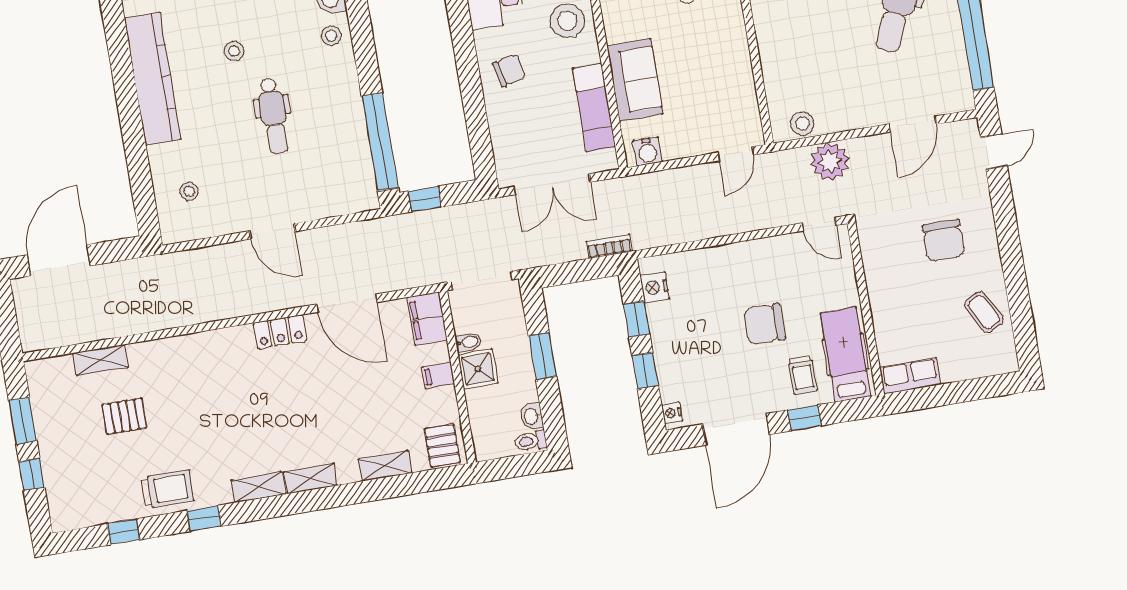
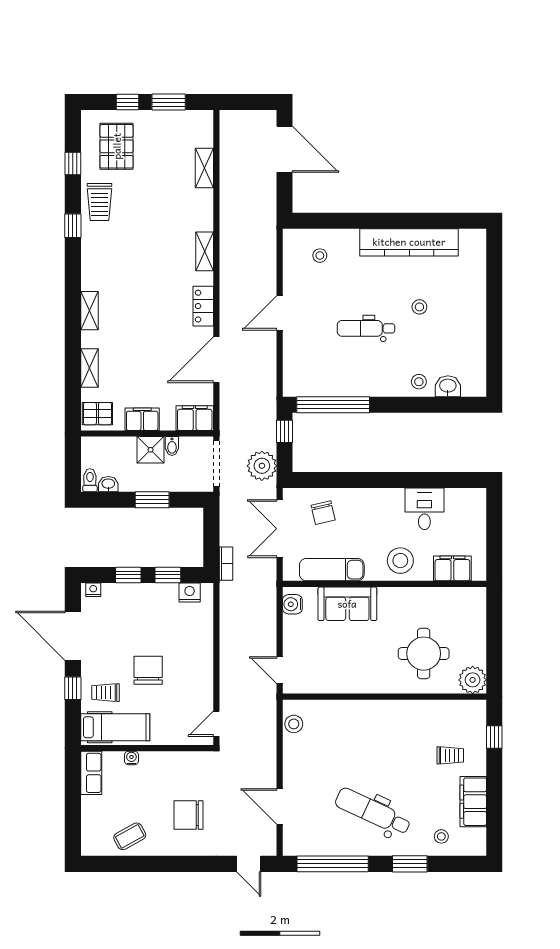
chair: (509, 70) -> (323, 513), moved
plant: (830, 161) -> (262, 466), moved
water cooler: (882, 327) -> (131, 758), added
filing cabinet: (438, 375) -> (142, 419), width x2.00
pallet: (124, 416) -> (117, 146), moved, width x1.50, depth x1.42
shelving: (258, 487) -> (205, 251), moved

